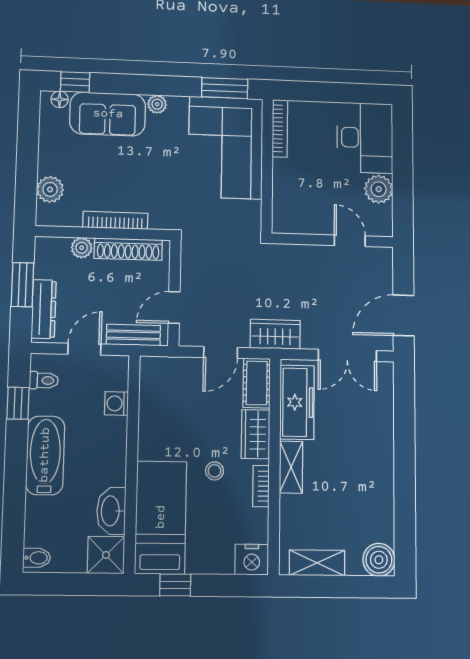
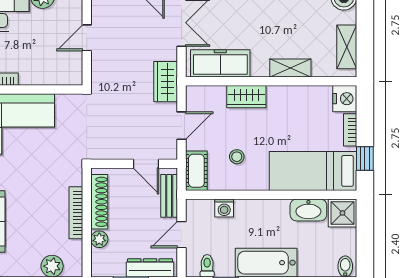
door: (350, 241) -> (87, 38), moved
door: (84, 349) -> (182, 235), hinge flipped
door: (221, 352) -> (182, 126), hinge flipped
cot: (257, 383) -> (196, 171), moved, turned 90
shelving: (291, 467) -> (290, 68), moved
stool: (214, 471) -> (237, 157), moved
bookcase: (261, 486) -> (350, 130), moved, turned 90

